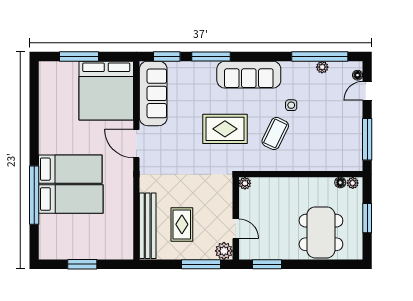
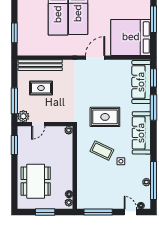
sofa: (153, 93) -> (141, 82), moved, turned 90
rug: (225, 129) -> (105, 117), turned 90
dining table: (321, 232) -> (36, 181), turned 90
window: (82, 264) -> (14, 33), moved

